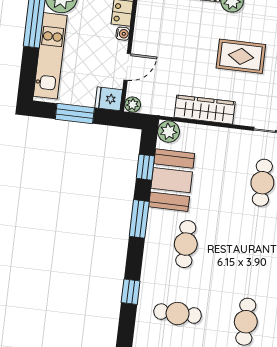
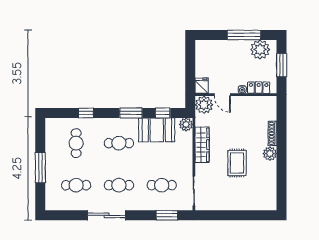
kitchen unit: (50, 56) -> (224, 47), removed
plant: (133, 105) -> (204, 105), width x1.88, depth x1.88
window: (75, 113) -> (190, 66), removed
cafe table: (254, 252) -> (119, 185), added

